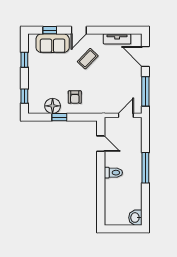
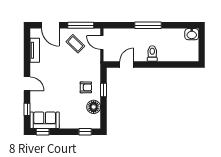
sofa: (53, 43) -> (45, 120), moved, turned -90
door: (145, 56) -> (50, 25), hinge flipped
coffee table: (88, 59) -> (75, 44), moved
window: (24, 60) -> (43, 132), moved
window: (59, 117) -> (103, 90), moved

